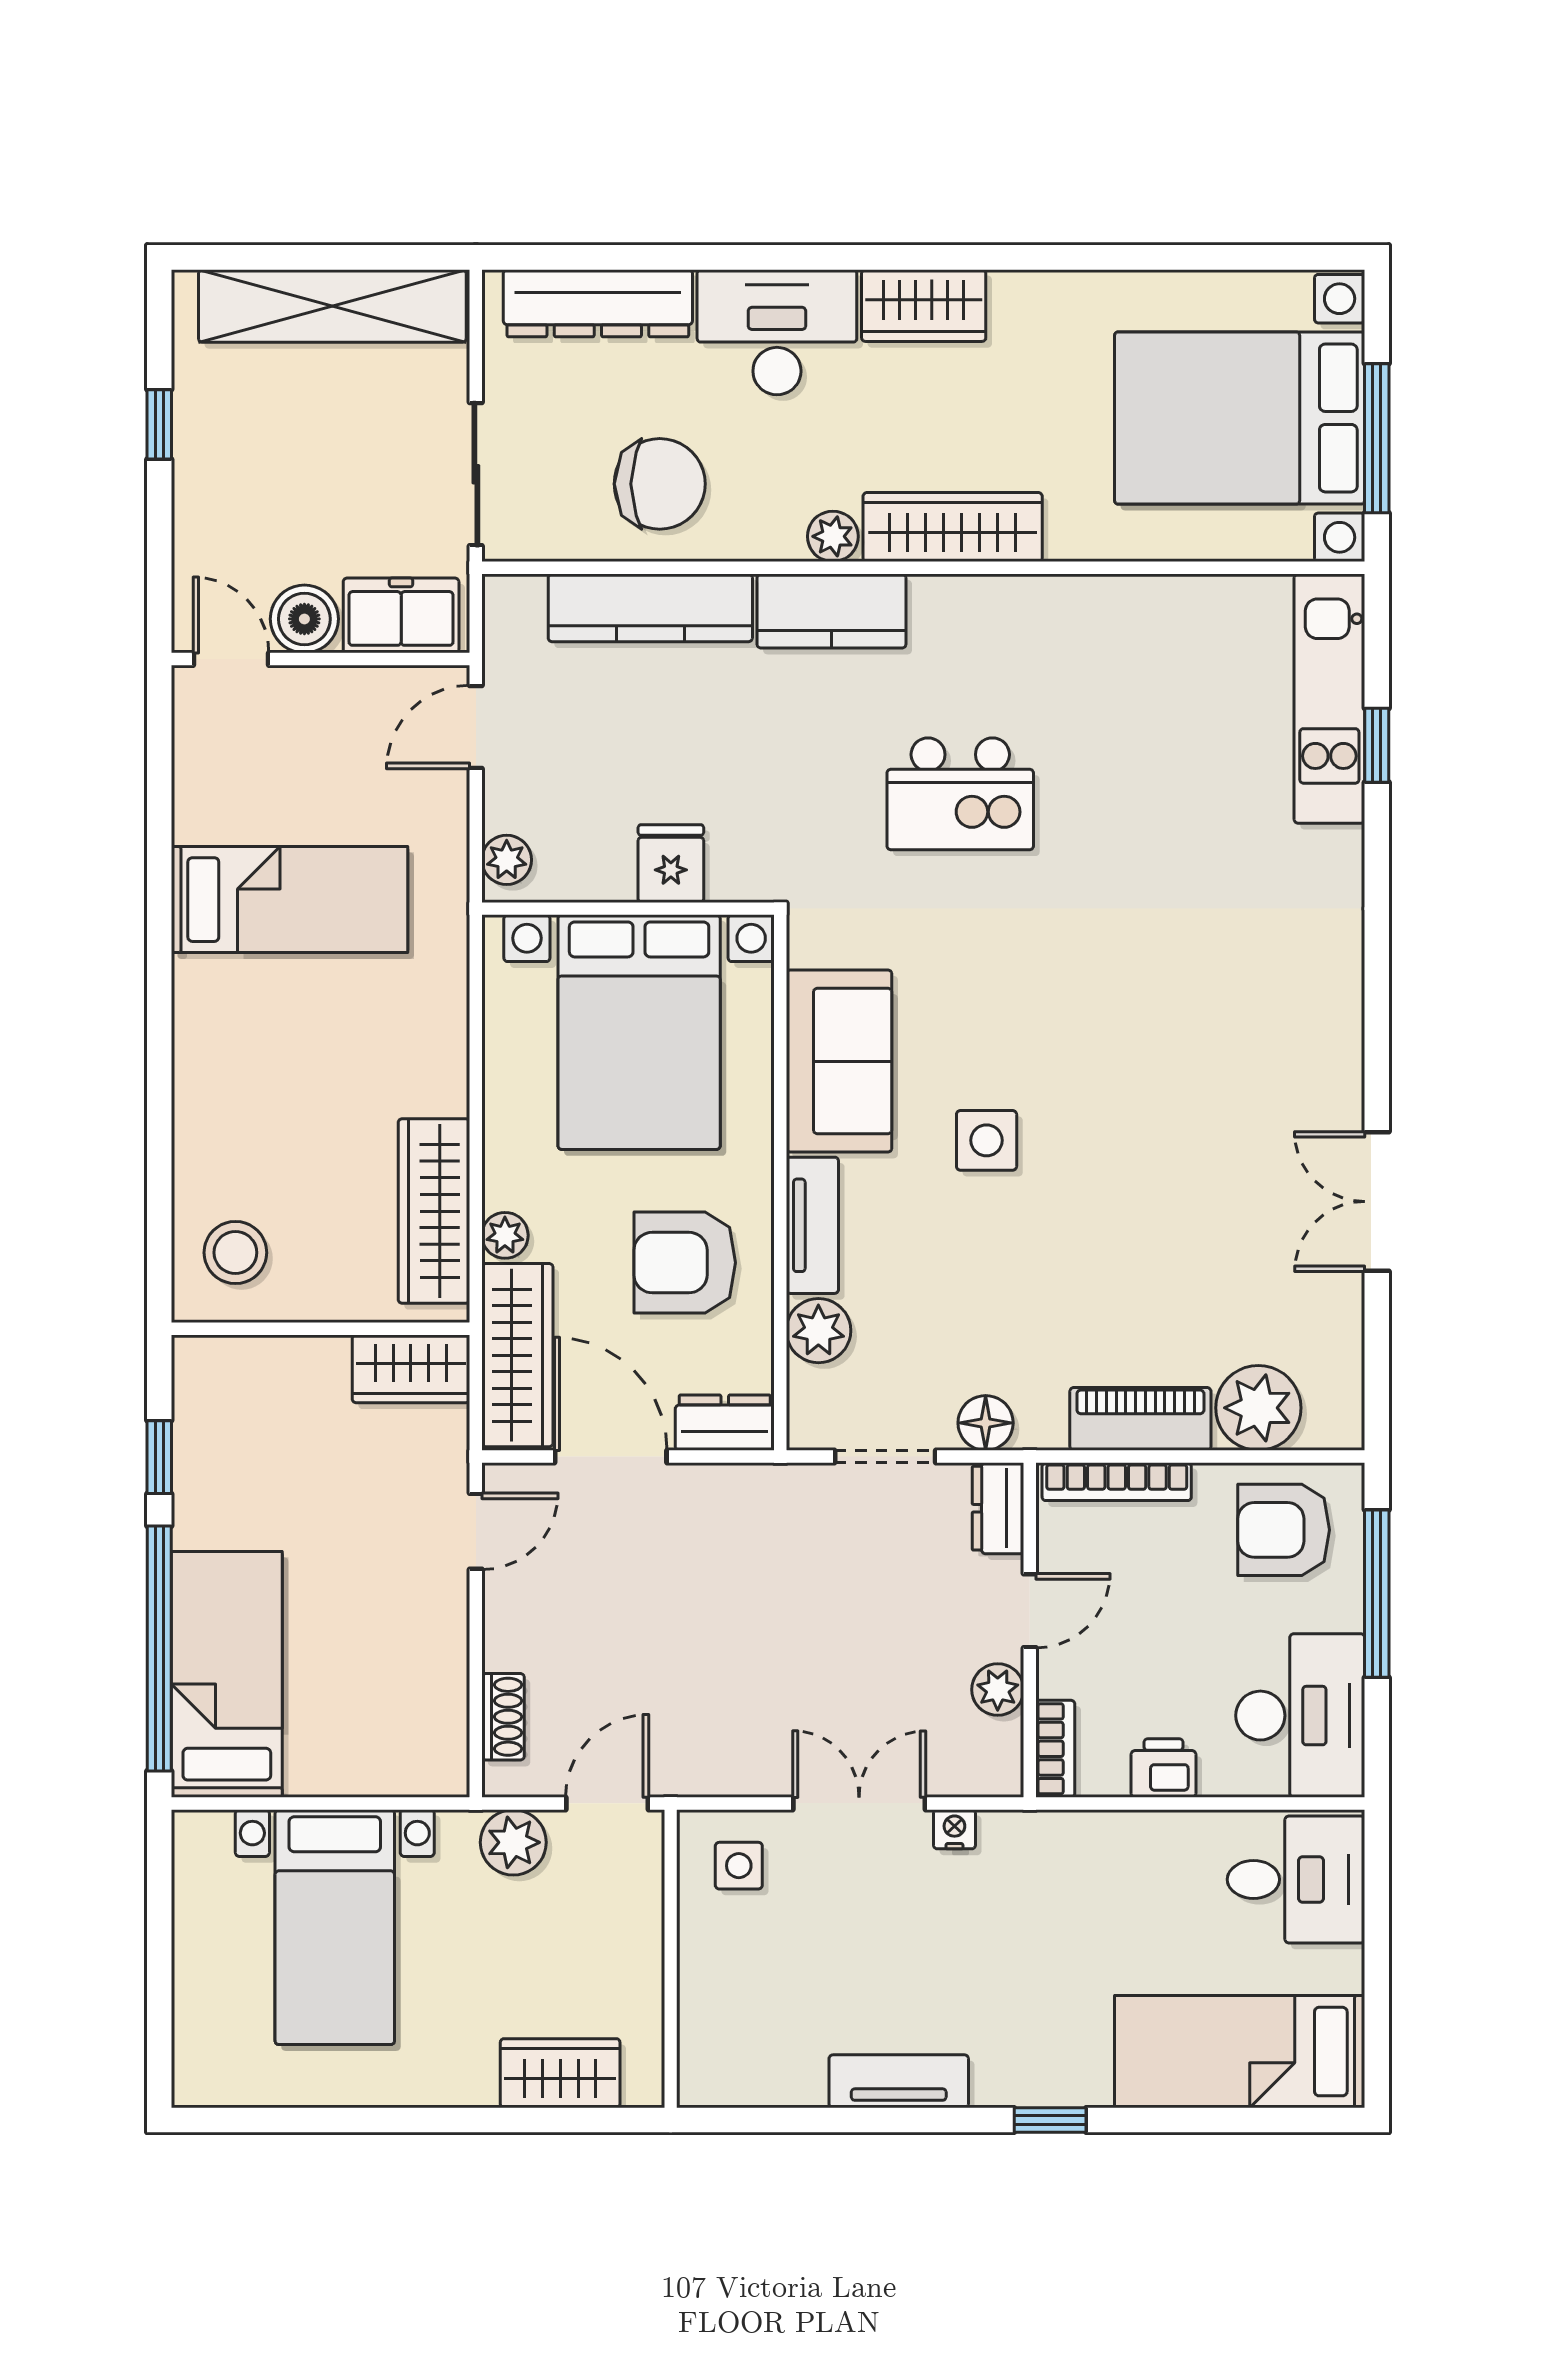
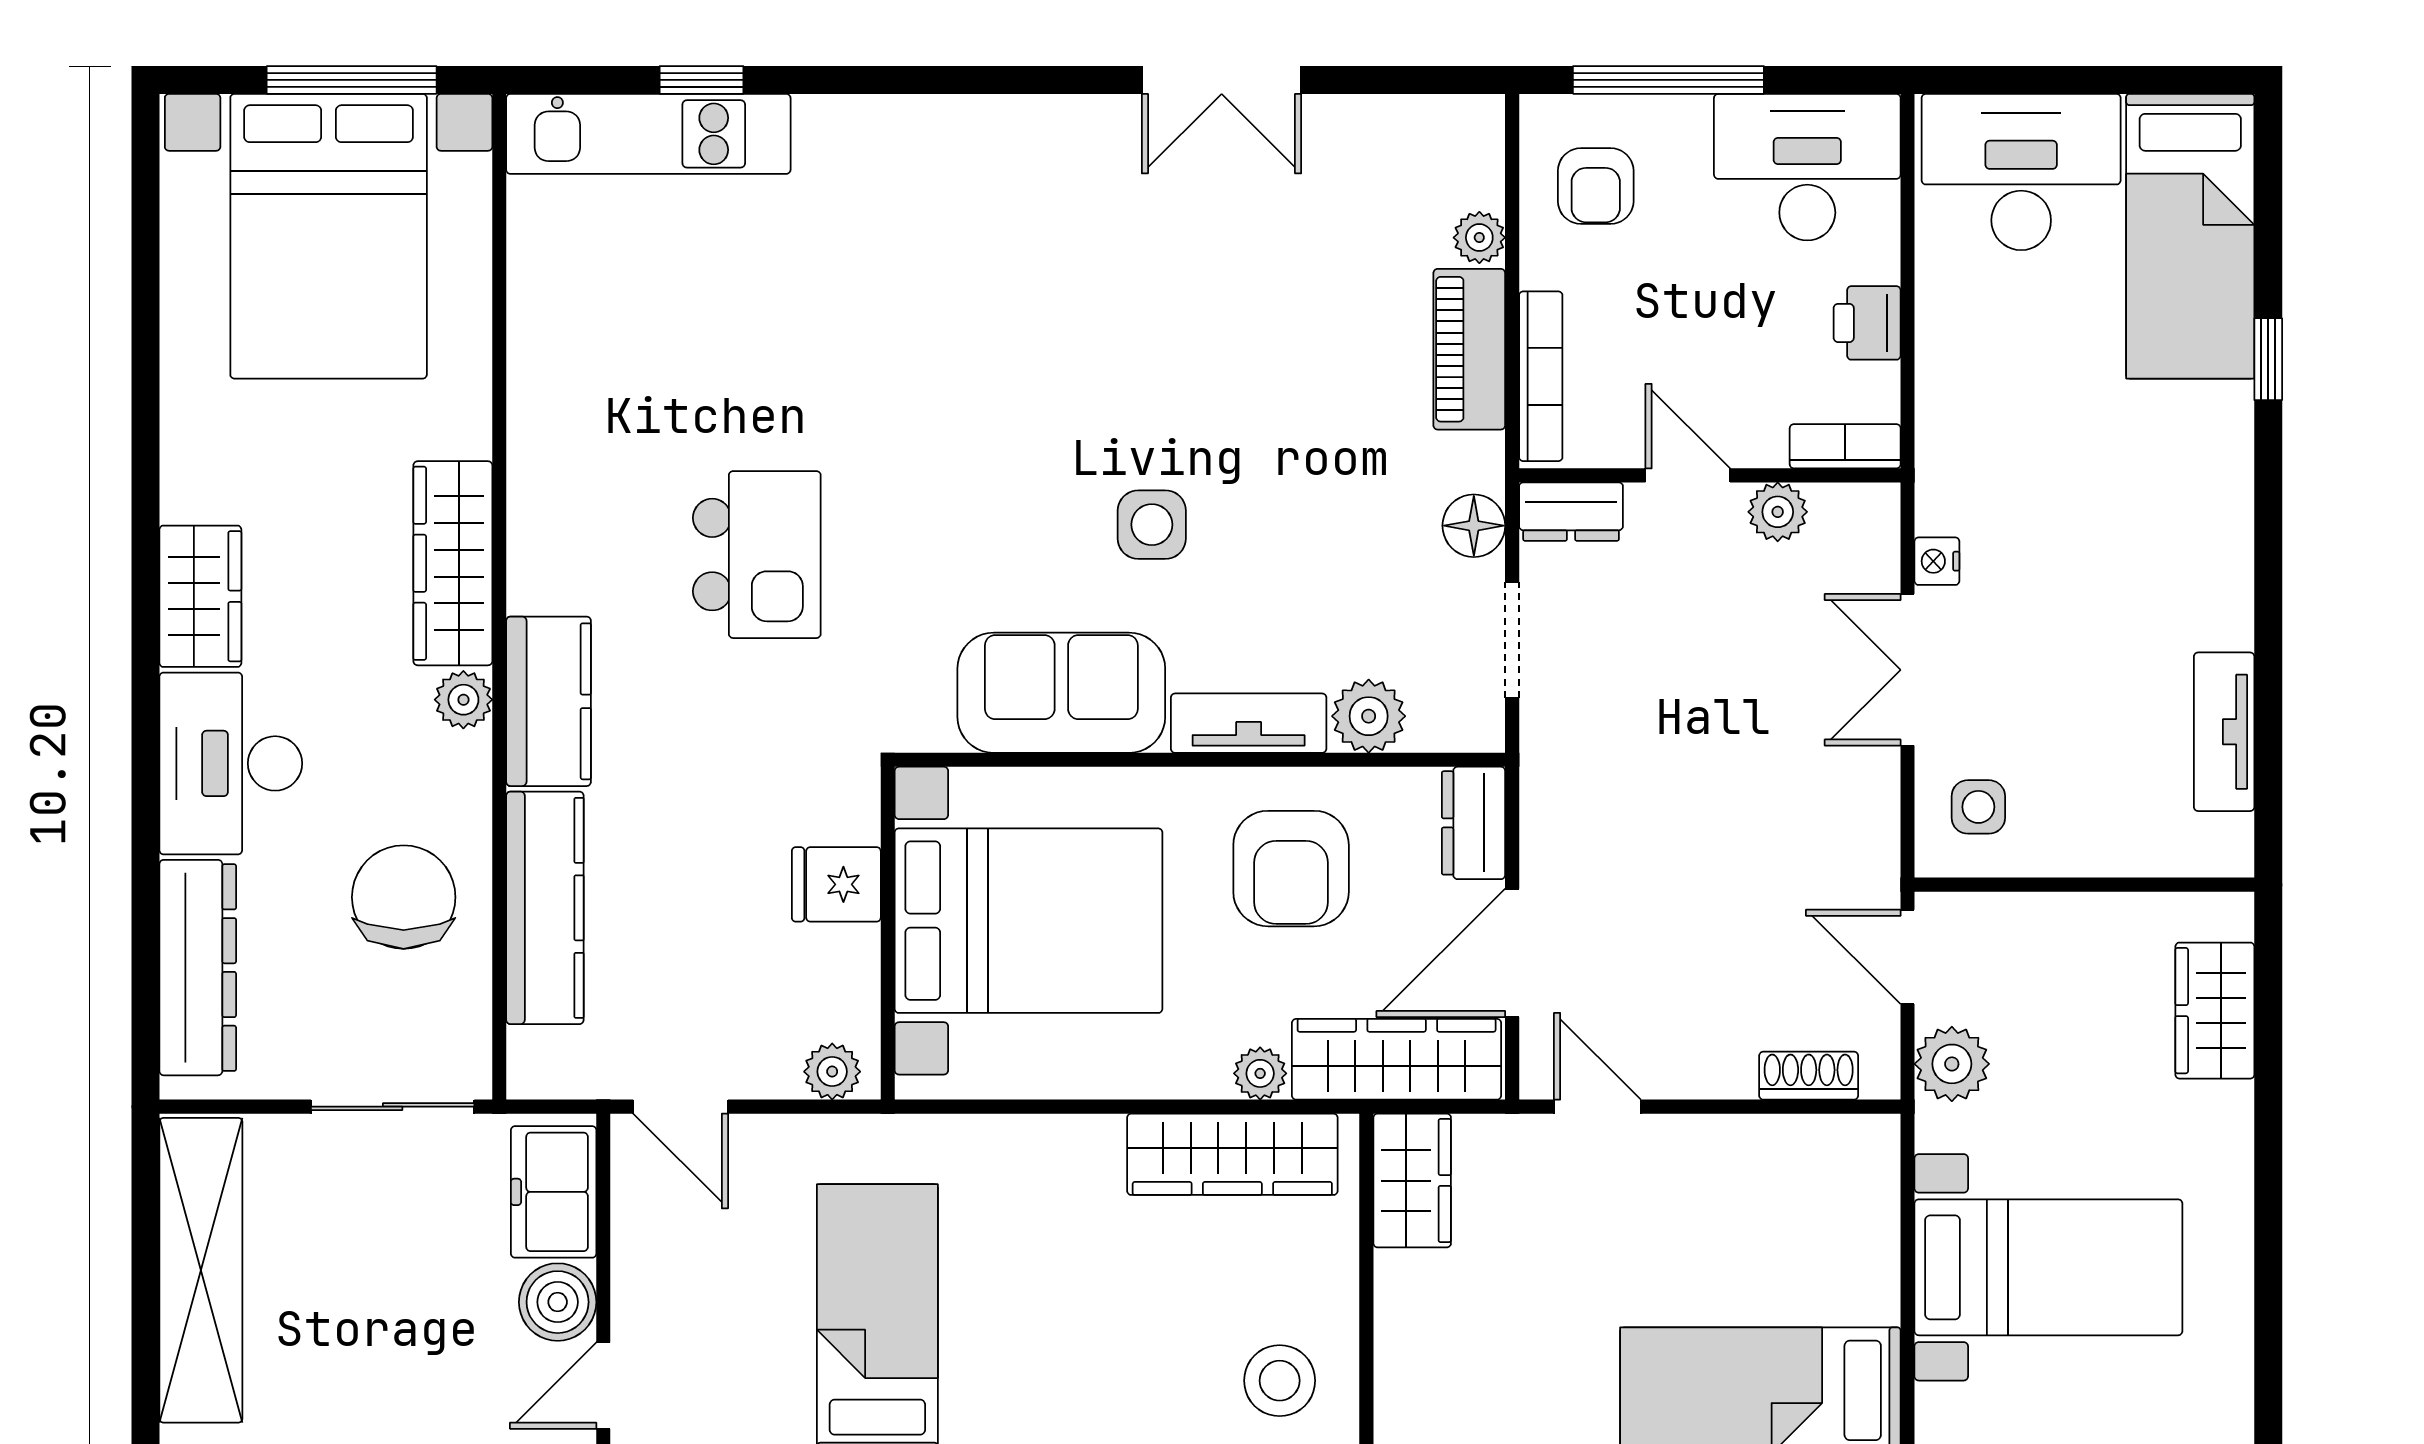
plant: (1258, 1408) -> (1479, 238), width x0.53, depth x0.53
armchair: (1284, 1530) -> (1596, 186), width x0.72, depth x0.72
desk: (1296, 1879) -> (2021, 172), width x1.37
tv unit: (899, 2081) -> (2224, 732), moved
window: (1050, 2120) -> (2268, 359), moved

